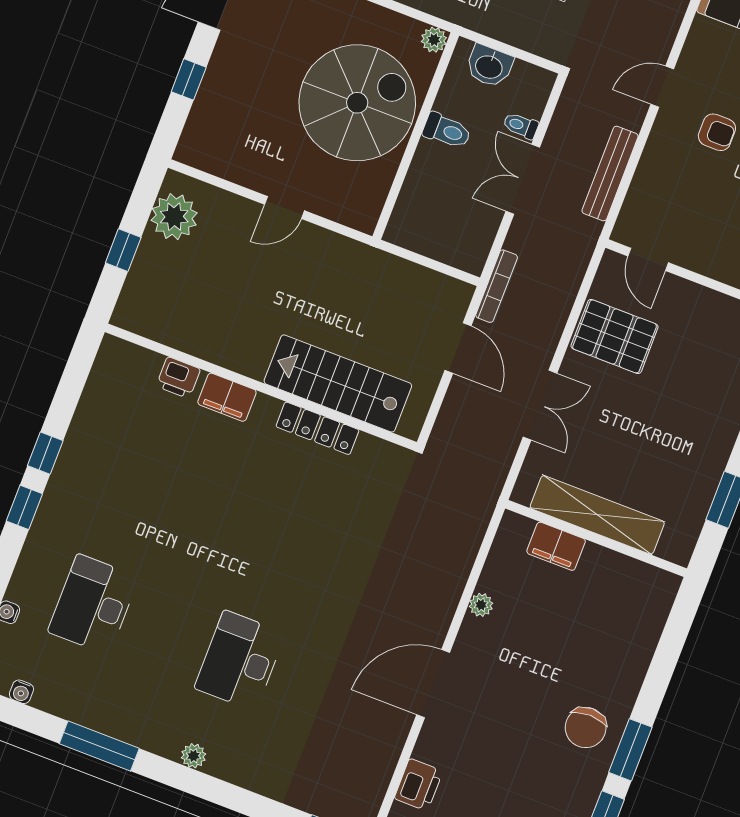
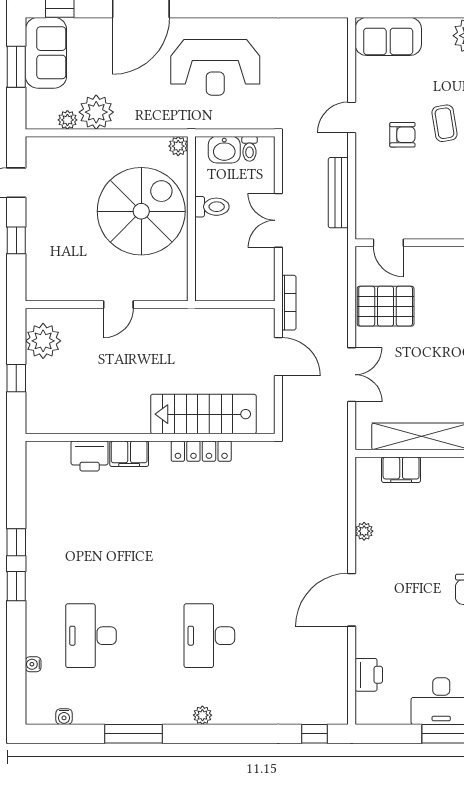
toilet: (521, 126) -> (250, 149), moved, turned -90
printer: (178, 378) -> (90, 456), width x1.36, depth x1.24

